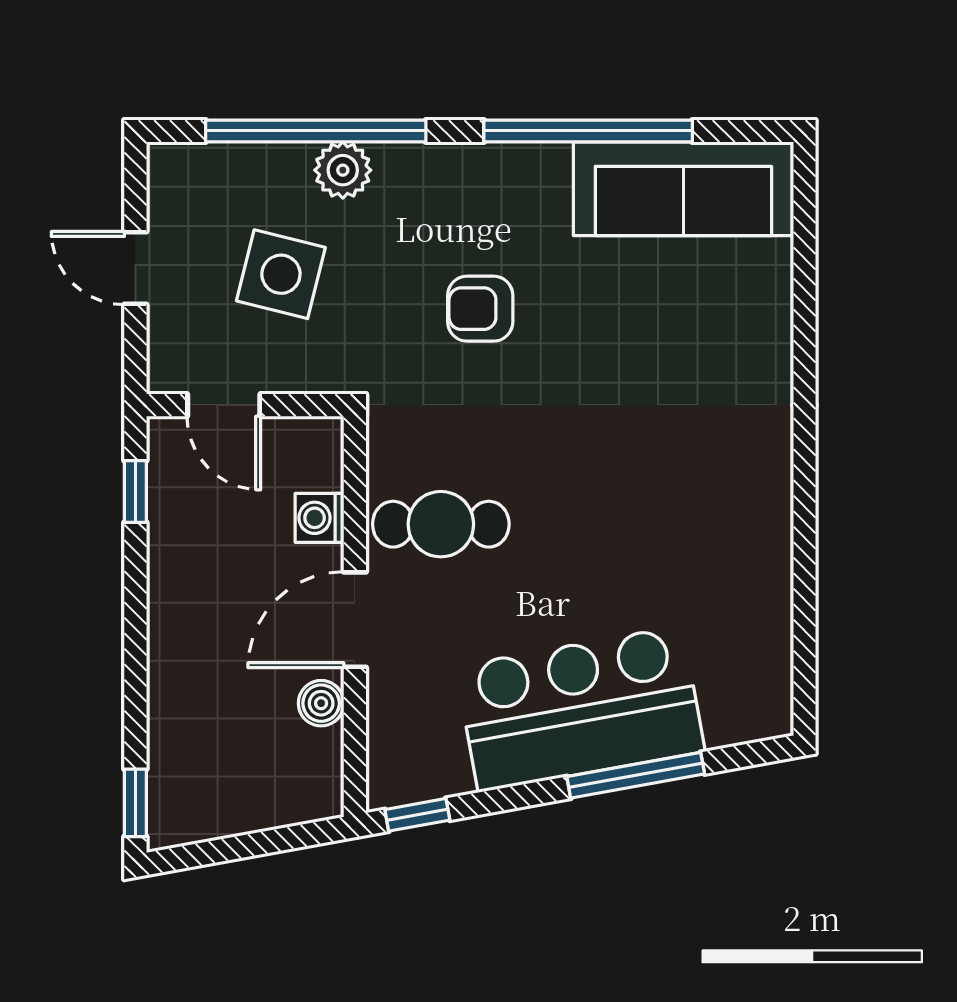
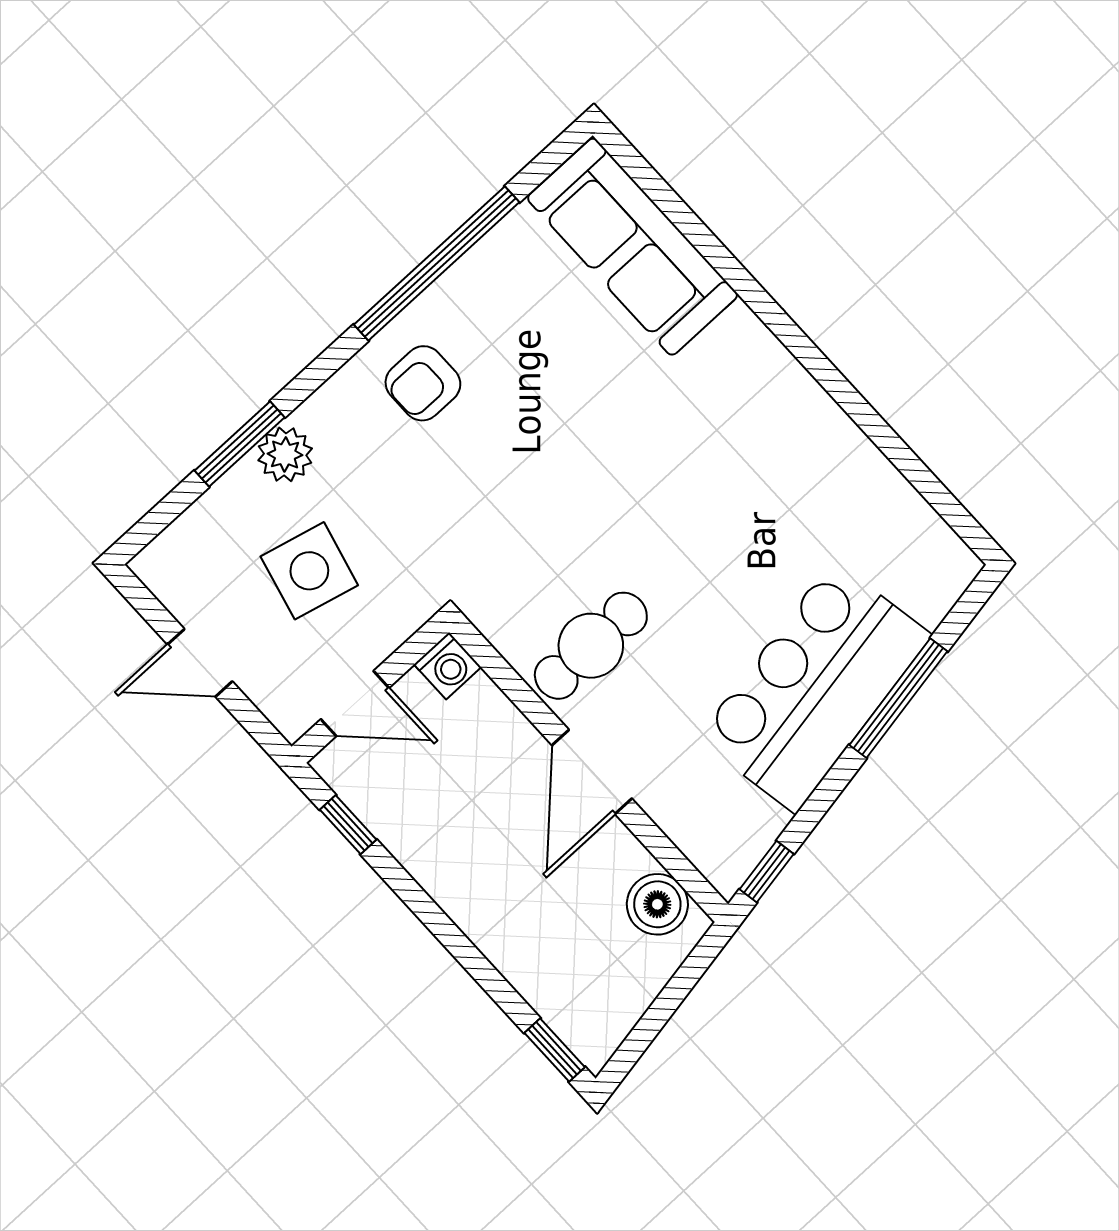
window: (316, 131) -> (240, 444), width x0.47
sofa: (683, 189) -> (633, 247), moved, turned 90
armchair: (480, 309) -> (423, 383), moved
washing machine: (319, 518) -> (448, 666), moved, turned -90
boiler: (321, 703) -> (657, 904), moved, width x1.36, depth x1.36

